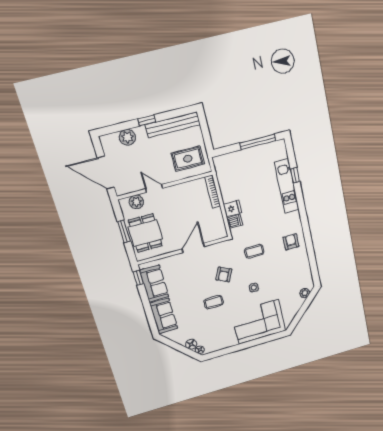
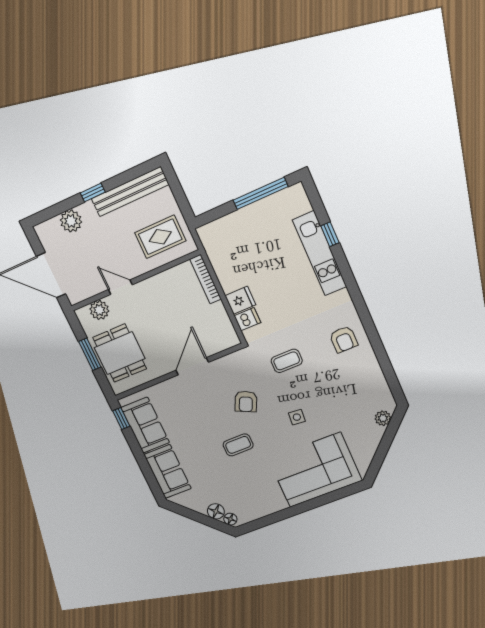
armchair: (291, 242) -> (344, 339), turned 180

